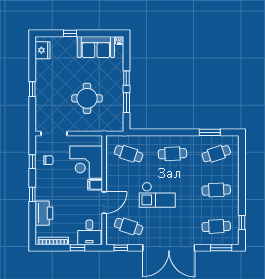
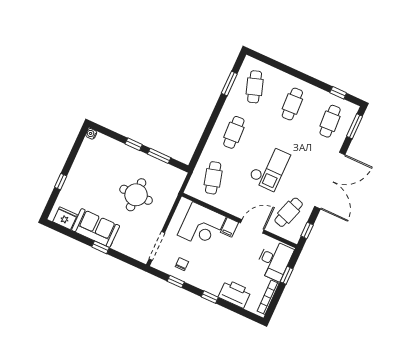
sofa: (96, 47) -> (96, 228), moved, turned -90
cafe table: (129, 154) -> (213, 178), turned -33
door: (104, 203) -> (252, 226), hinge flipped
desk: (89, 232) -> (274, 260), width x1.37

